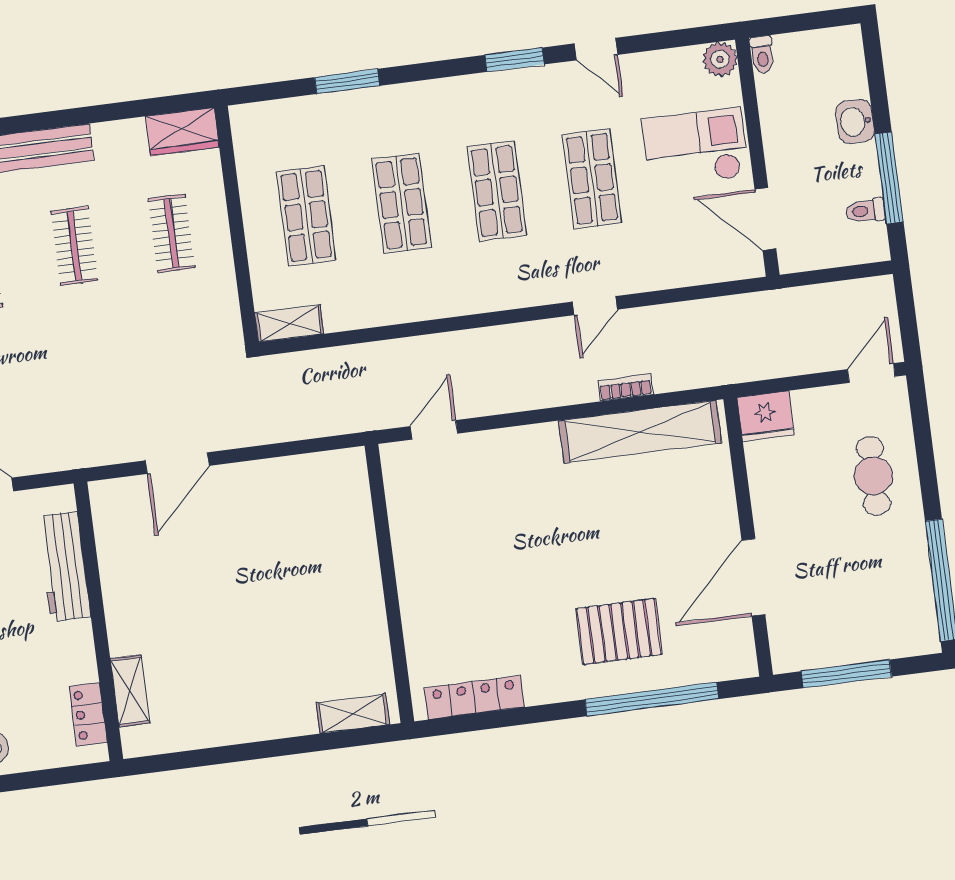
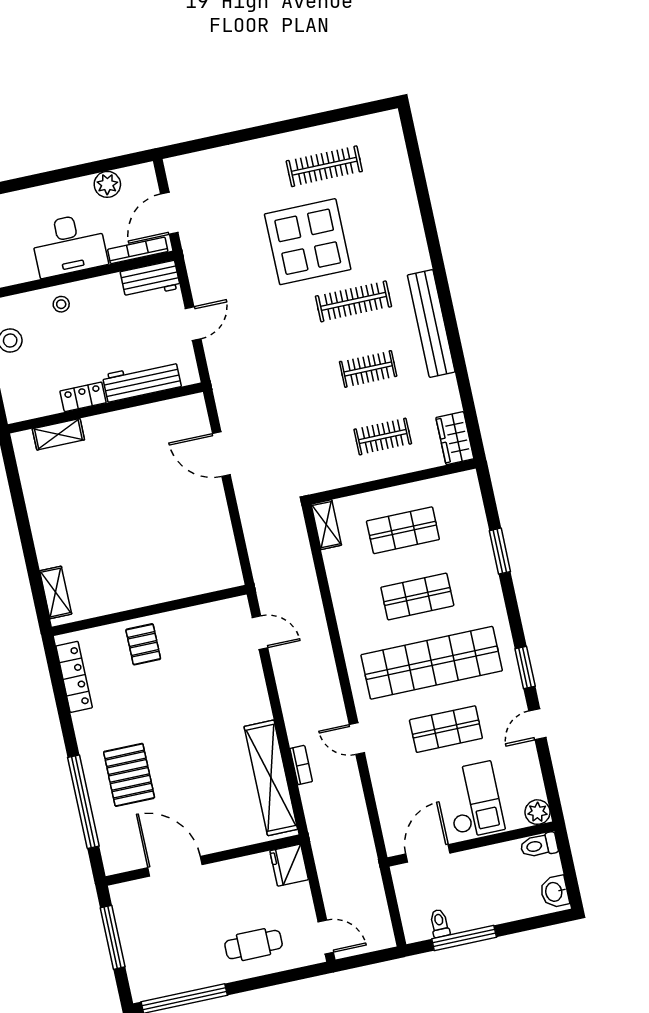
toilet: (762, 55) -> (539, 845), width x1.37, depth x1.39
washbasin: (855, 122) -> (554, 892), moved, turned -90
shop shelf: (497, 191) -> (432, 663), width x2.00, depth x1.36
pallet: (436, 596) -> (143, 644), added
locker: (88, 714) -> (83, 397), moved

